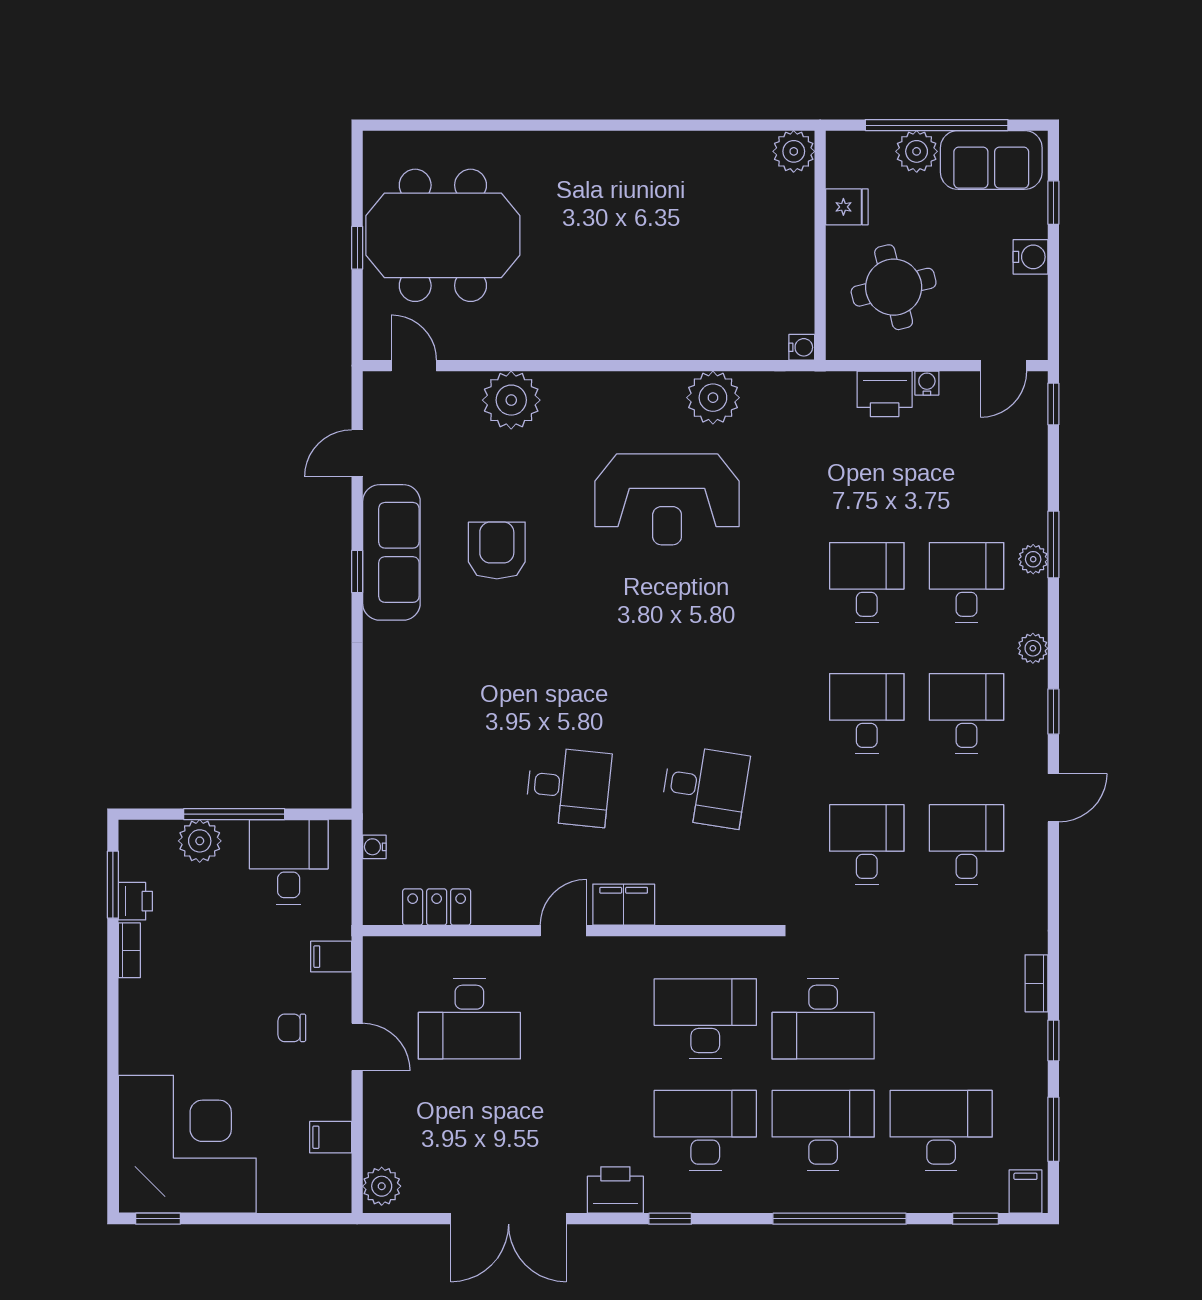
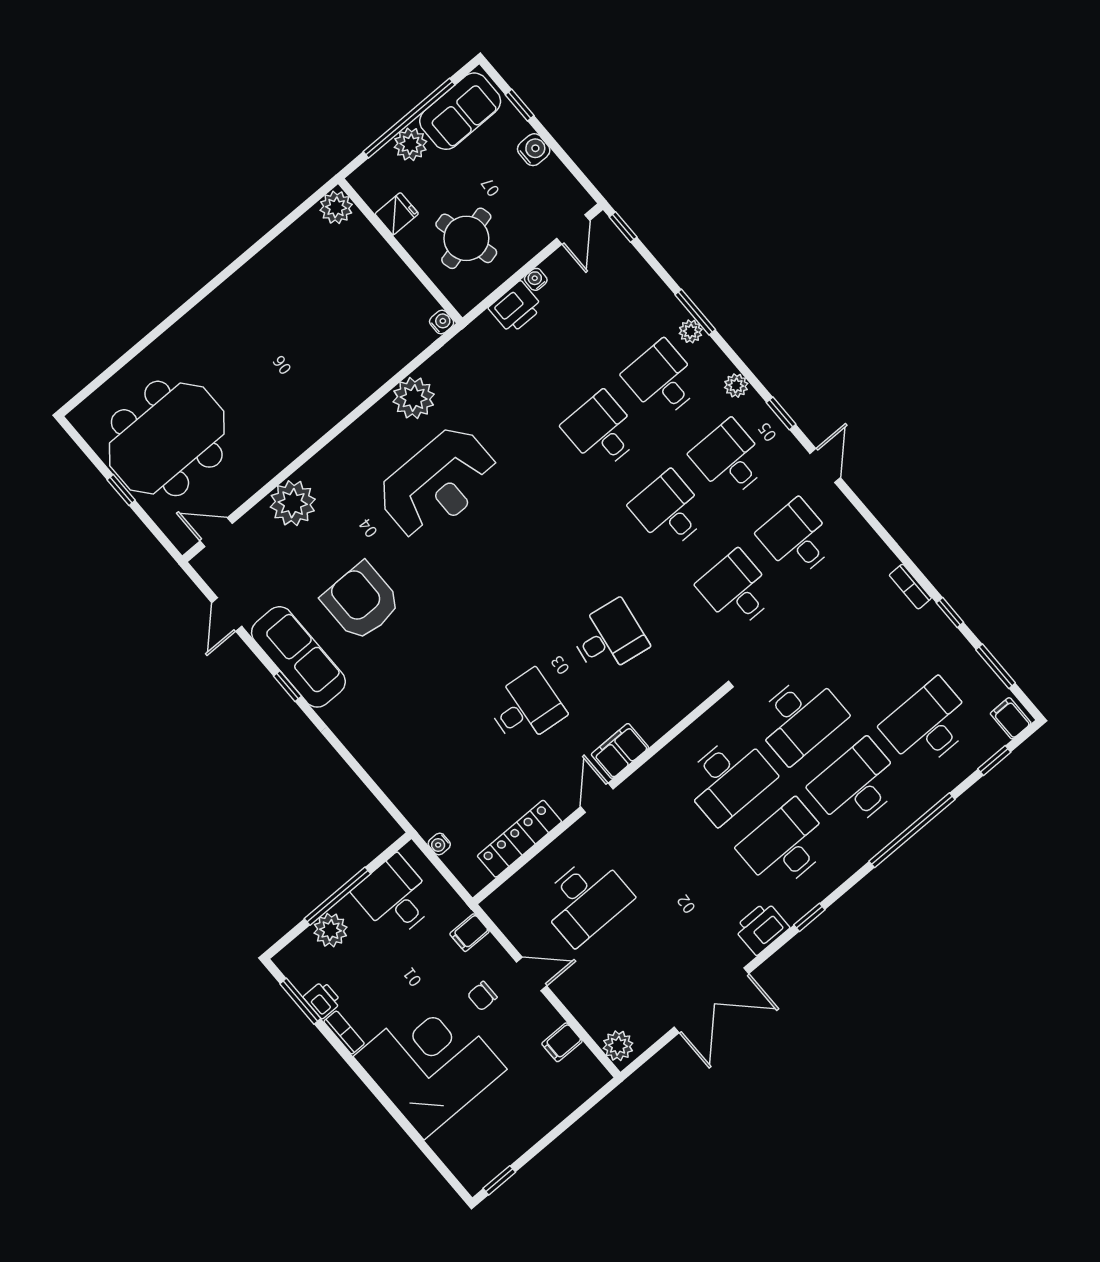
armchair: (497, 550) -> (361, 602), width x1.36, depth x1.36
locker: (437, 907) -> (519, 839), width x1.53
desk: (705, 1019) -> (728, 778), turned 180
corner desk: (187, 1144) -> (430, 1063), moved

